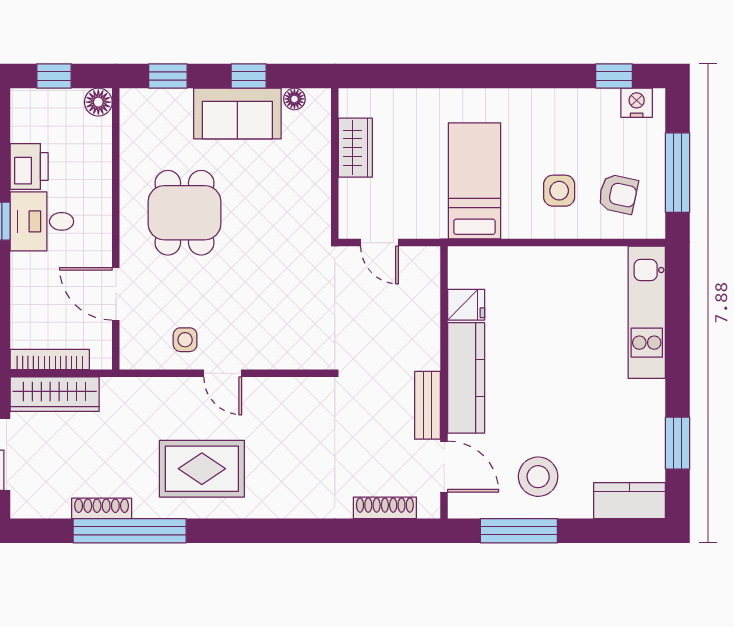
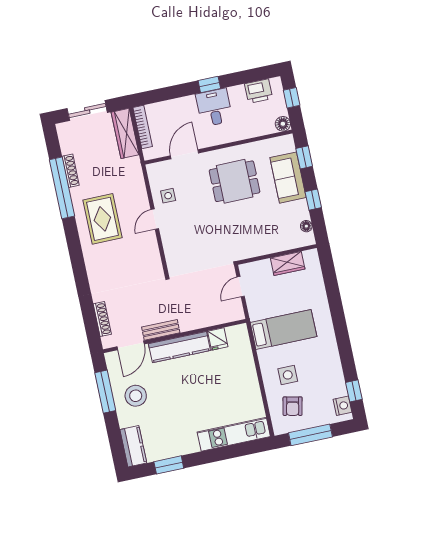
sofa: (237, 113) -> (288, 178), moved
printer: (29, 167) -> (259, 91), moved

